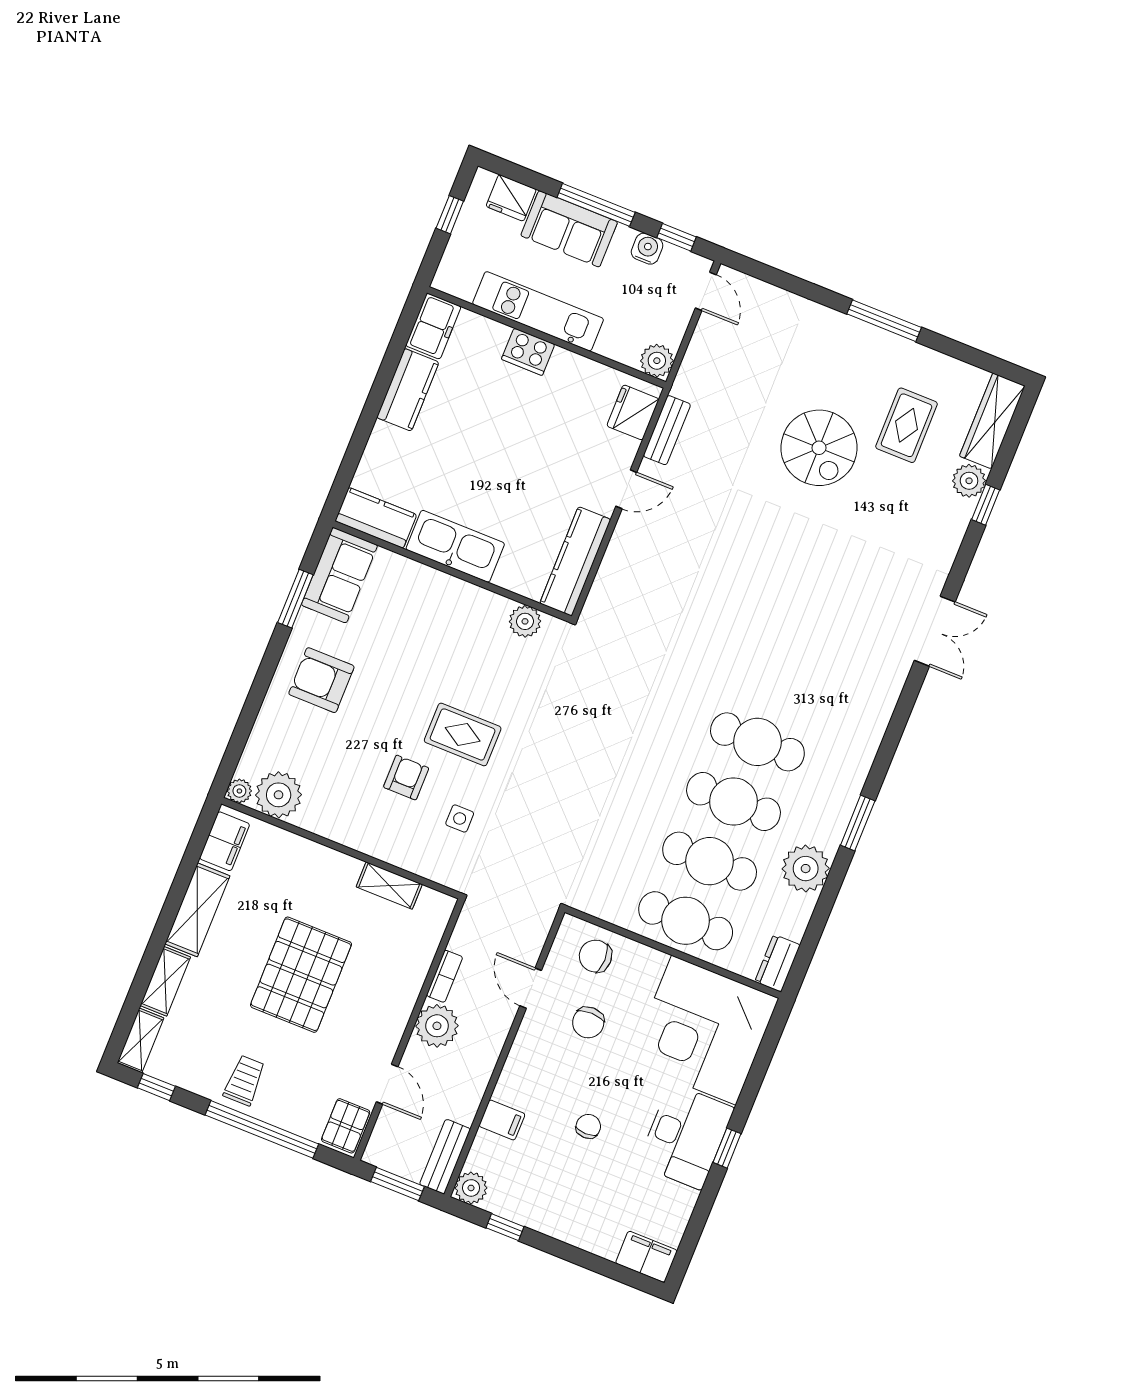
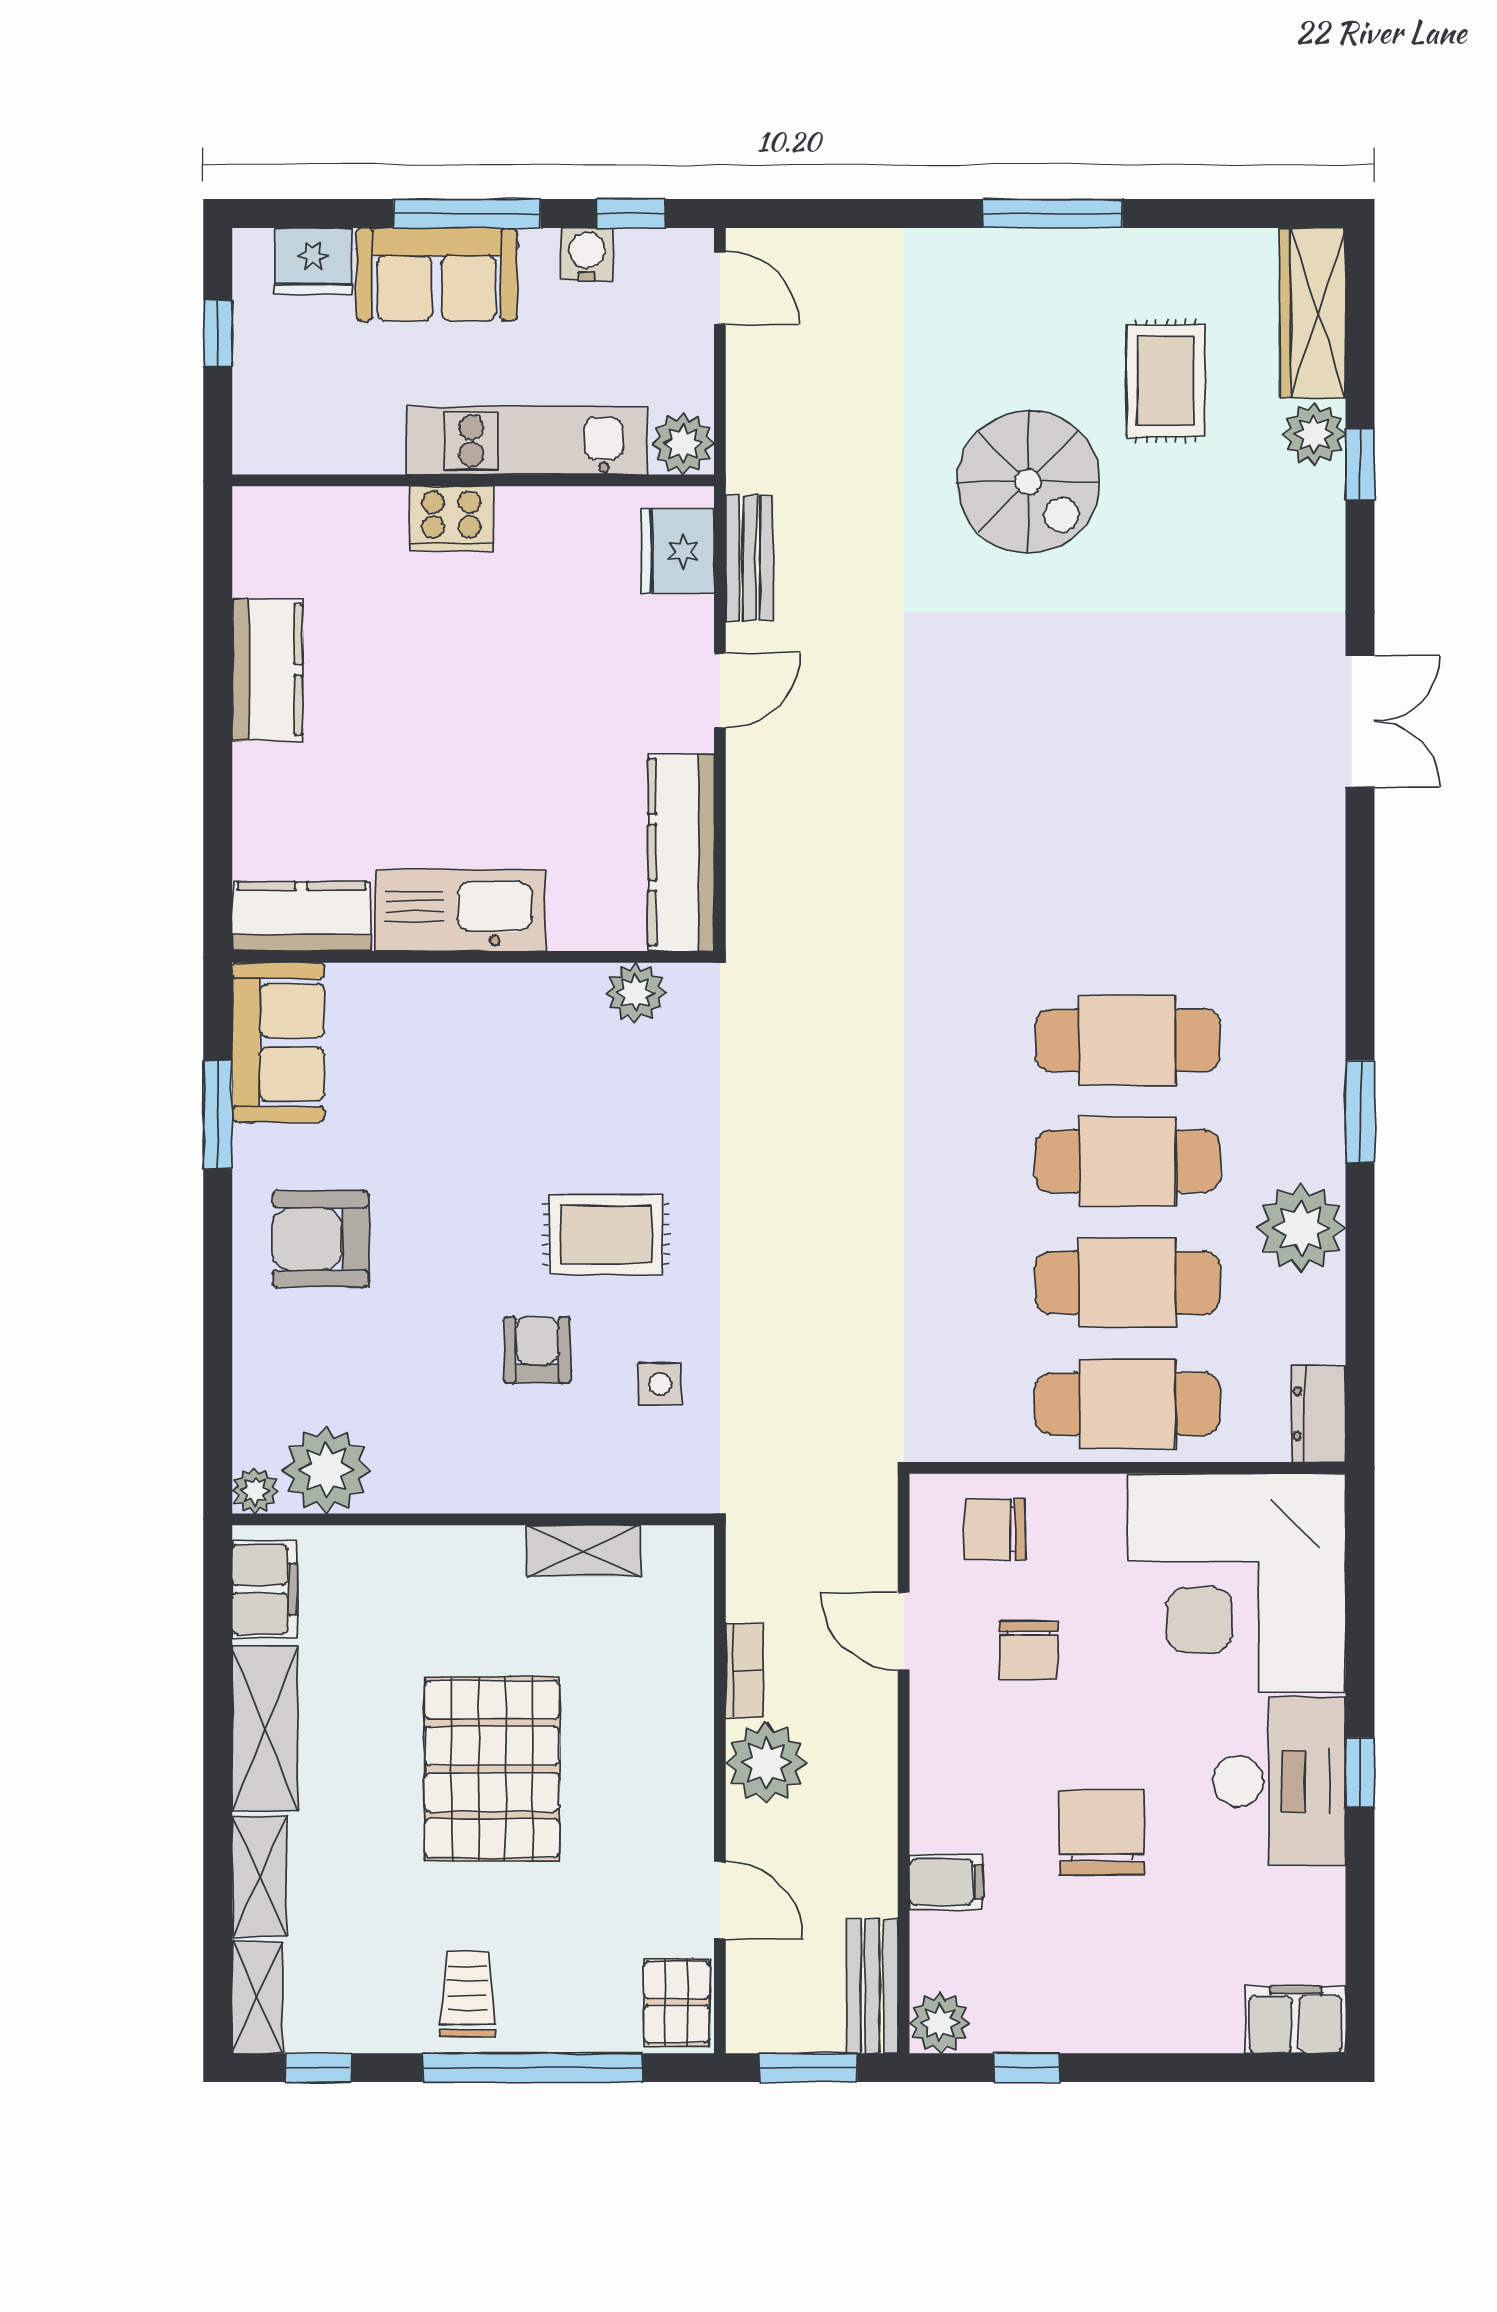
kitchen unit: (538, 311) -> (527, 441), moved
freezer: (433, 326) -> (267, 540), removed
chair: (588, 1126) -> (1102, 1832), width x1.87, depth x1.87

